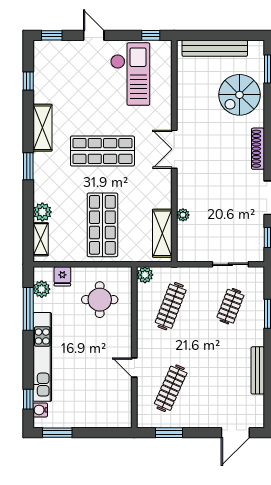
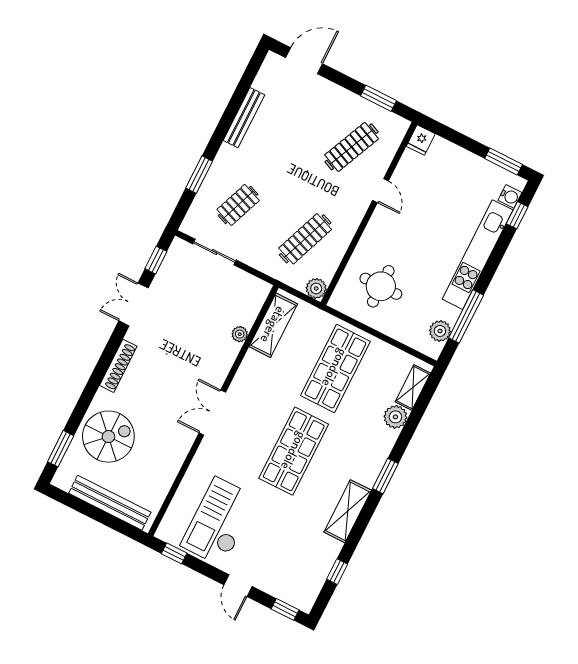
double door: (174, 149) -> (212, 413), swing flipped
shop shelf: (102, 151) -> (294, 451), turned 90
fridge: (62, 276) -> (421, 140), moved, turned 180

